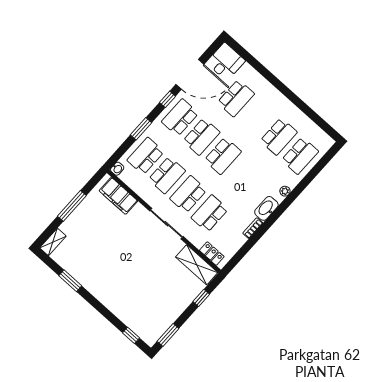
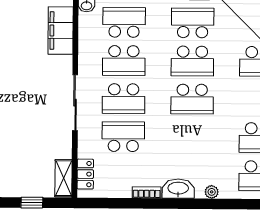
school desk: (188, 194) -> (124, 99), turned 180
shelving: (197, 265) -> (64, 178), width x0.67, depth x0.75

